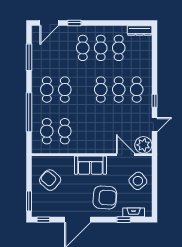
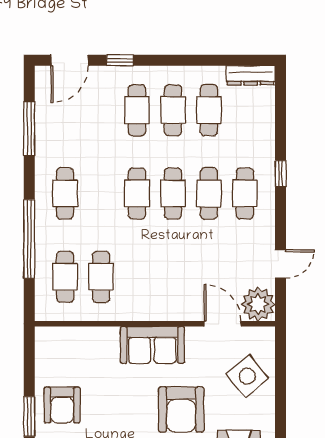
cafe table: (65, 90) -> (137, 193), moved
window: (155, 101) -> (281, 174), moved
armchair: (50, 180) -> (62, 405), moved, turned -131
armchair: (105, 197) -> (181, 409), turned 86

